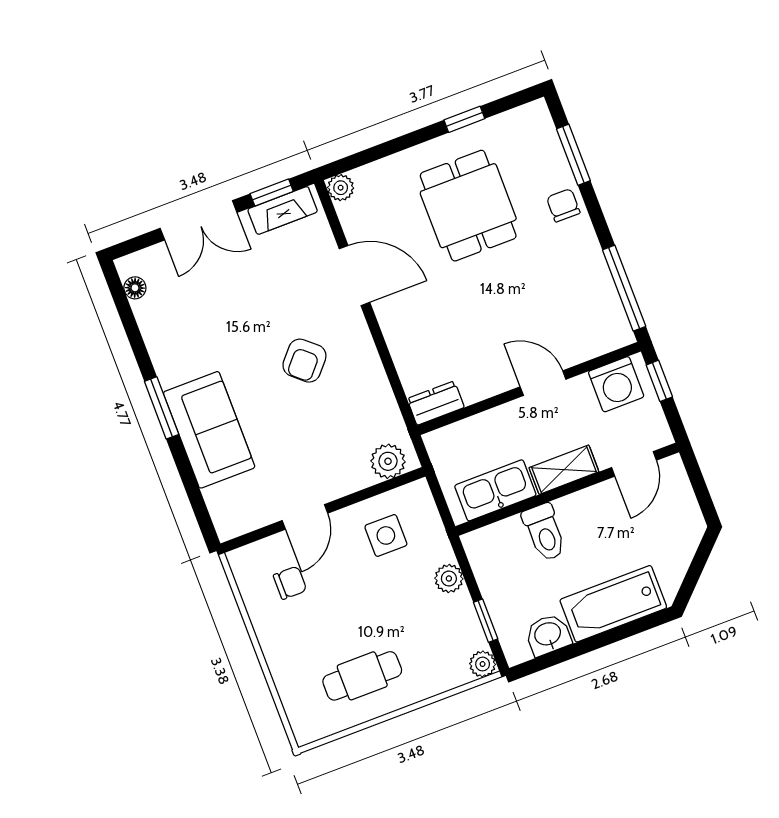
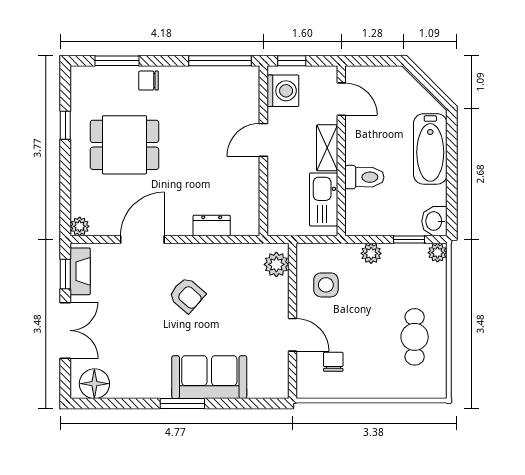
floor lamp: (135, 288) -> (94, 384), width x1.89, depth x1.89
dresser: (436, 403) -> (212, 225), moved, turned 90
washbasin: (548, 635) -> (434, 221), moved

